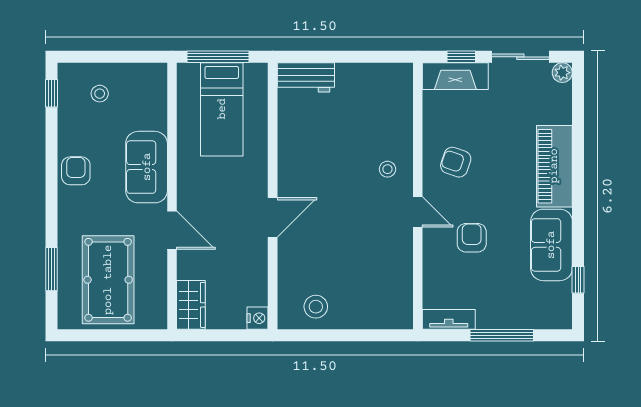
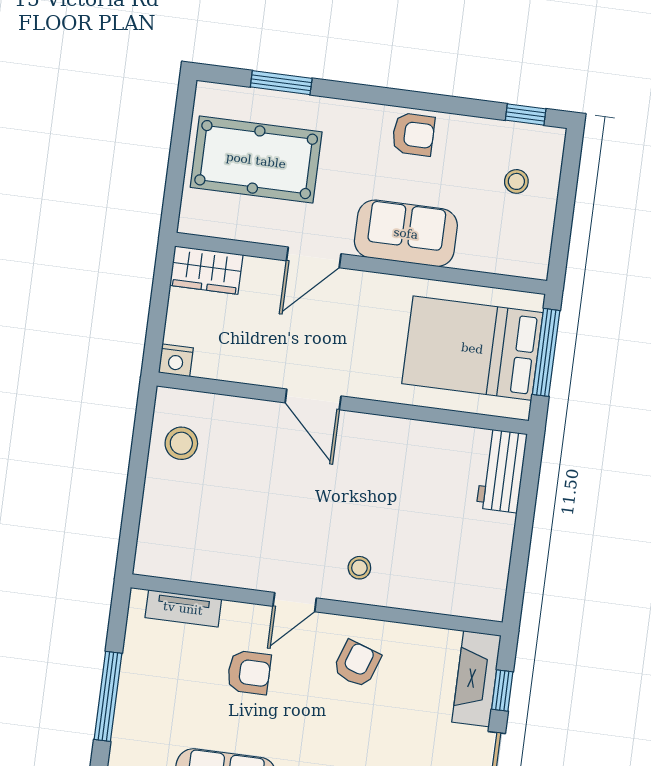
bed: (222, 109) -> (472, 348), width x1.50
tv unit: (449, 319) -> (183, 608), moved, turned 90

